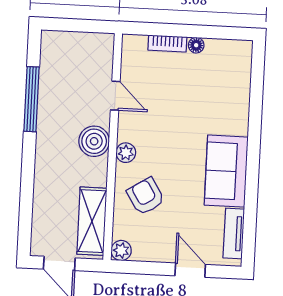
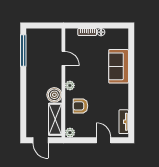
window: (31, 99) -> (23, 50), moved
boiler: (94, 141) -> (54, 95), moved
sofa: (226, 171) -> (119, 66), moved
armchair: (146, 196) -> (80, 106), turned -58

